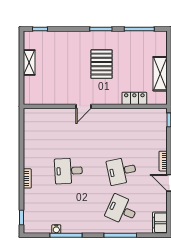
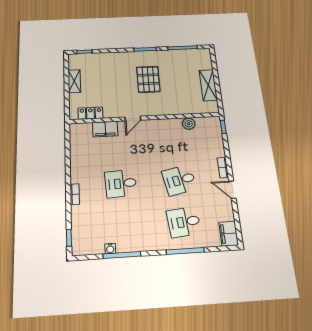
locker: (134, 98) -> (90, 113), moved
plant: (136, 115) -> (189, 124), added
filing cabinet: (57, 116) -> (105, 129), added
desk: (122, 210) -> (184, 222), turned -30

